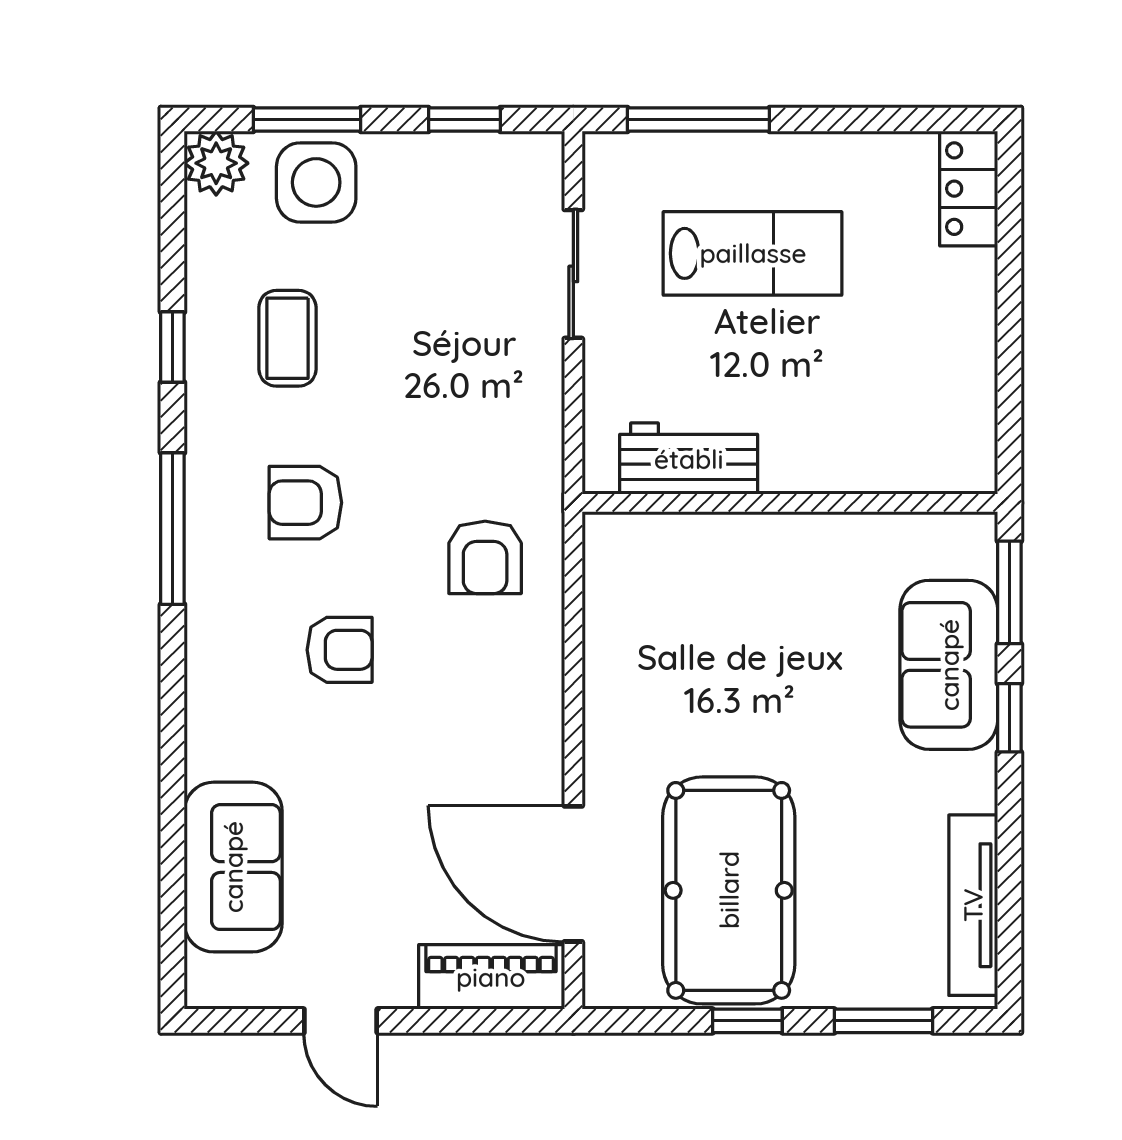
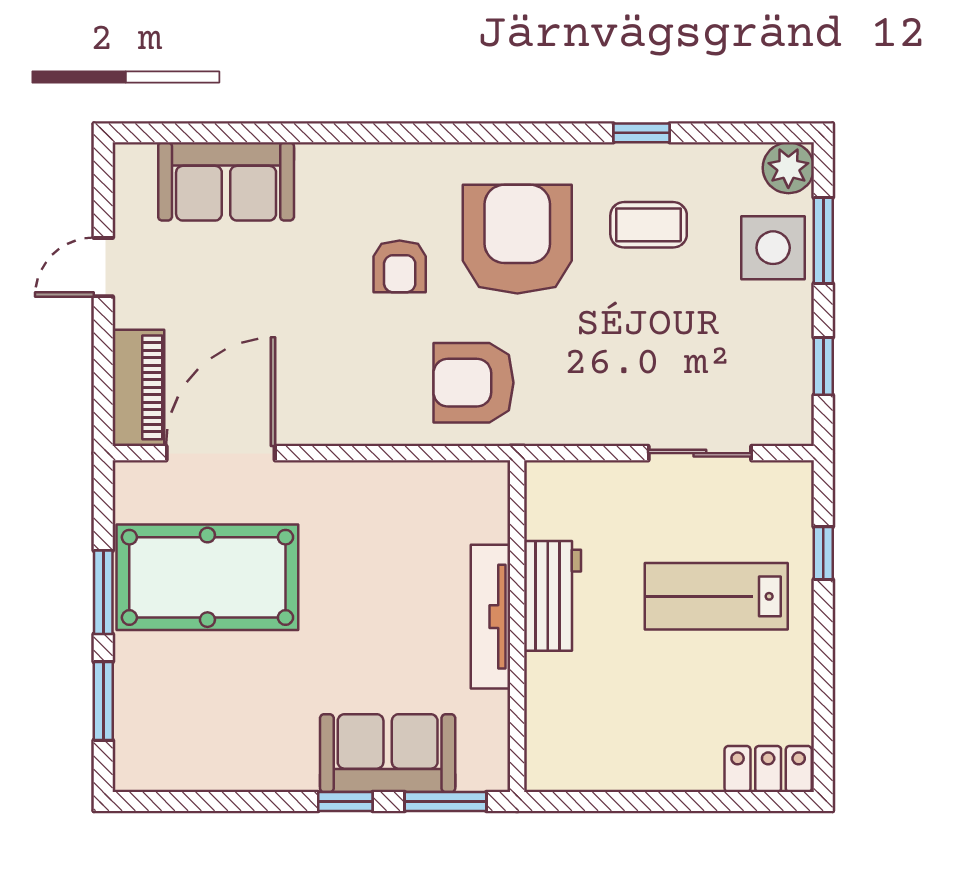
window: (698, 120) -> (823, 553), width x0.46
lab bench: (753, 253) -> (716, 596), turned 90
workbench: (689, 459) -> (552, 596), moved
armchair: (305, 503) -> (517, 239), width x1.88, depth x1.88
window: (172, 529) -> (497, 133), removed
armchair: (485, 557) -> (473, 383), width x1.38, depth x1.38
tv unit: (973, 905) -> (490, 617), moved, turned -90
window: (747, 1021) -> (103, 592), width x1.50

